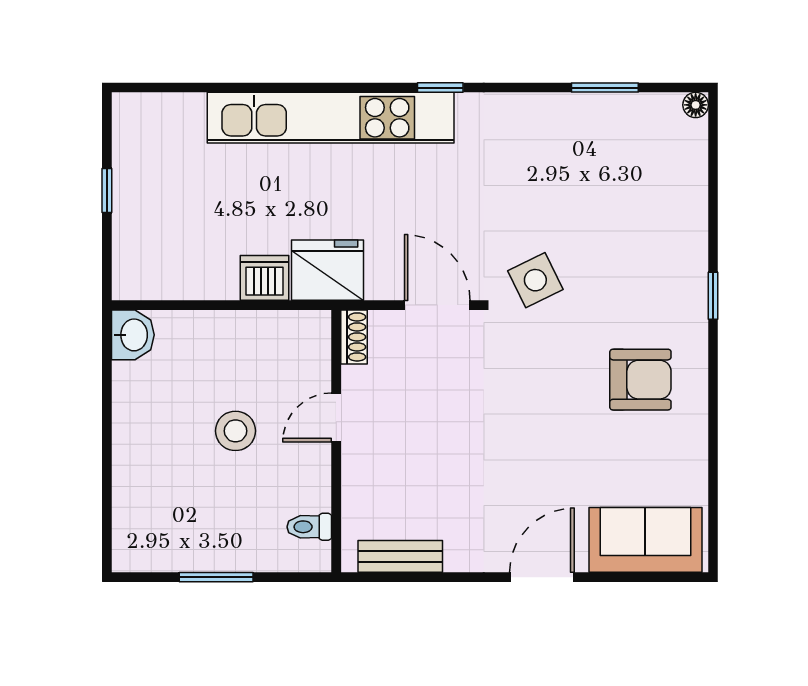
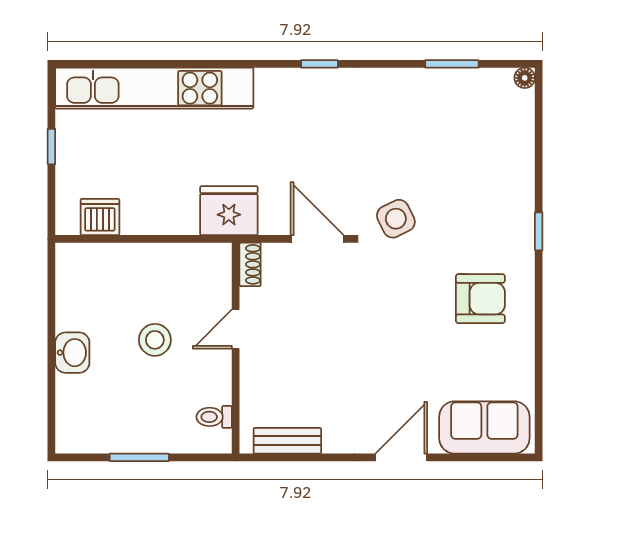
kitchen unit: (331, 118) -> (154, 88), moved
dishwasher: (265, 278) -> (100, 217), moved
washbasin: (133, 335) -> (72, 353), moved

